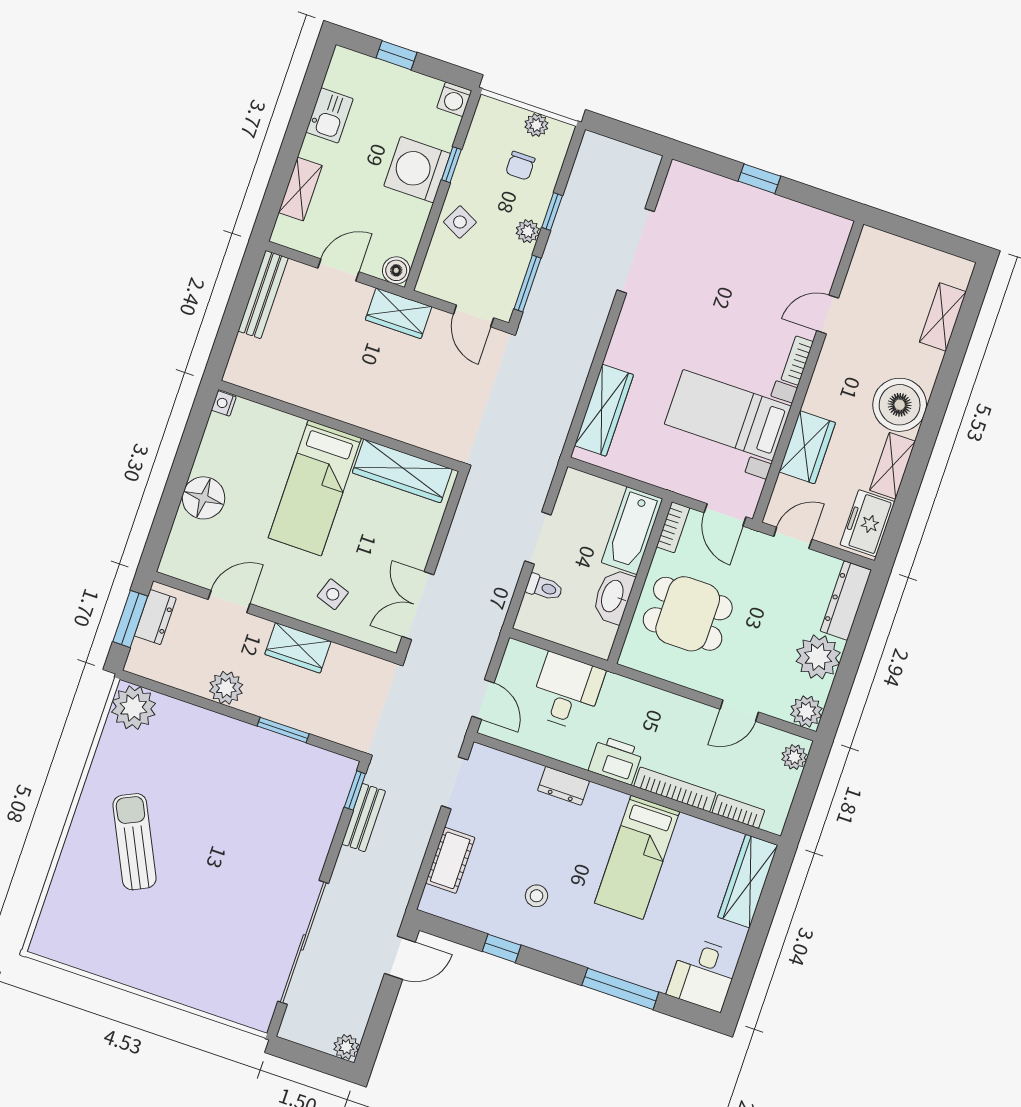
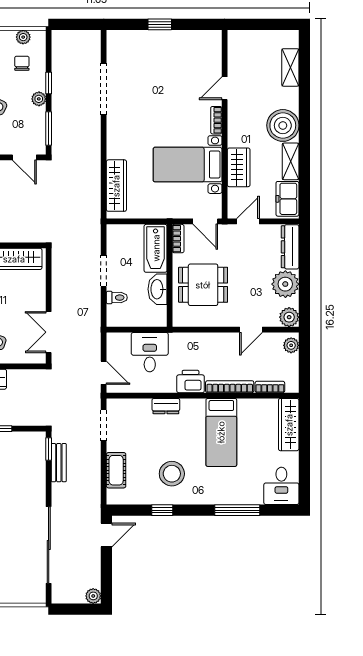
chair: (520, 166) -> (22, 63), turned 180
stool: (536, 896) -> (172, 474), width x1.89, depth x1.89

